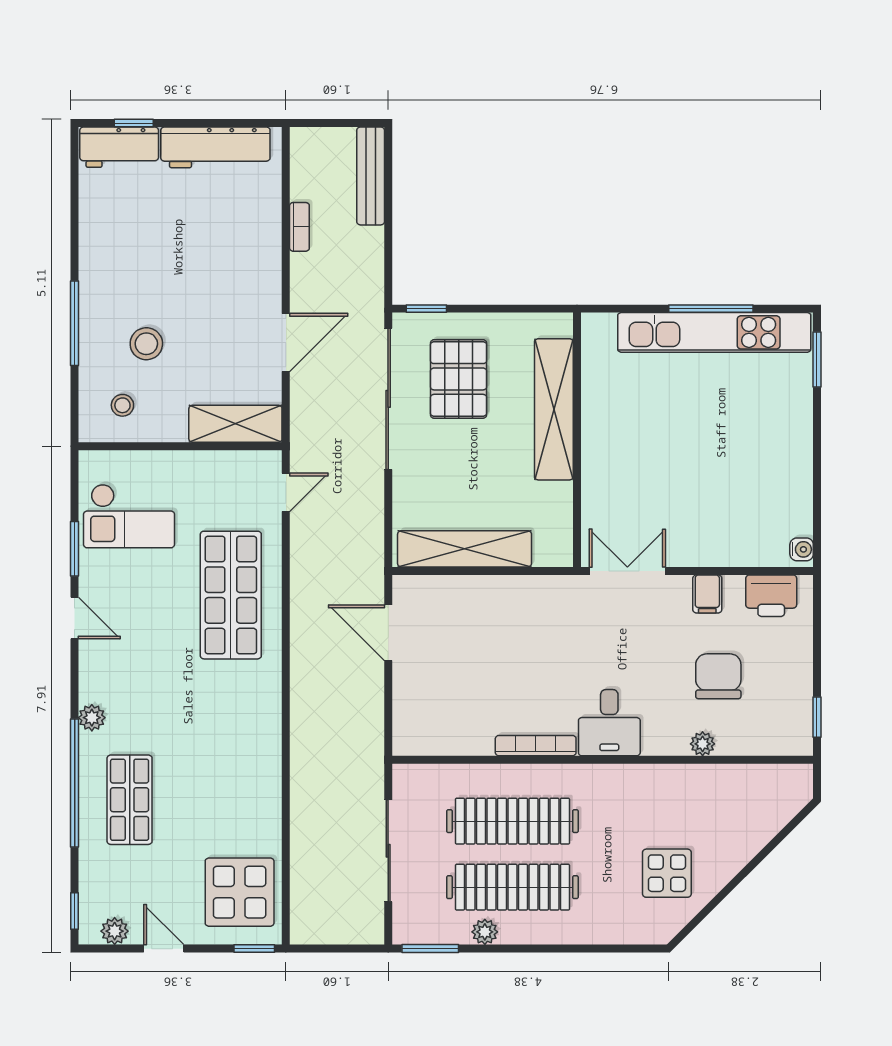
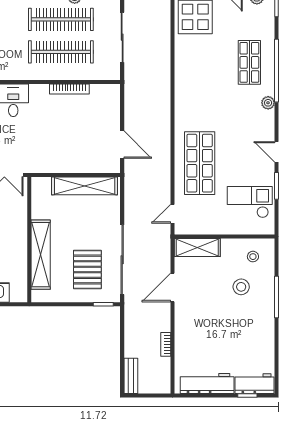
bench: (371, 176) -> (131, 376), width x0.73
bookcase: (536, 746) -> (69, 89), moved

